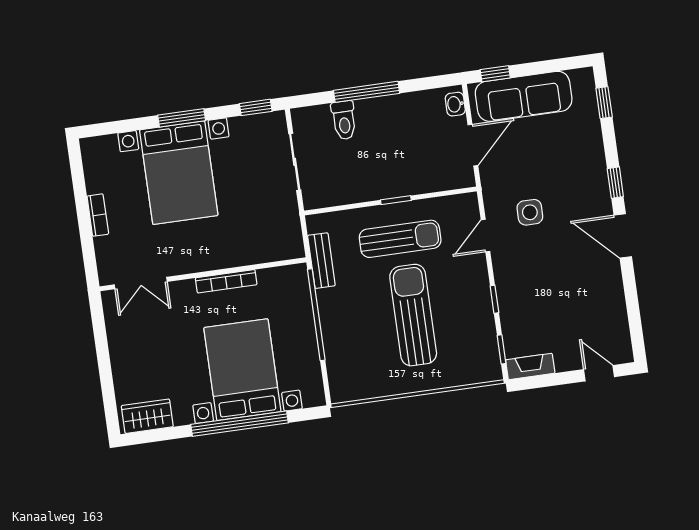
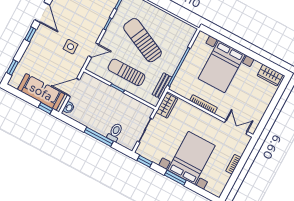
wardrobe: (288, 232) -> (167, 106), added
sun lounger: (413, 315) -> (143, 40), turned 115
window: (240, 424) -> (238, 47), removed

